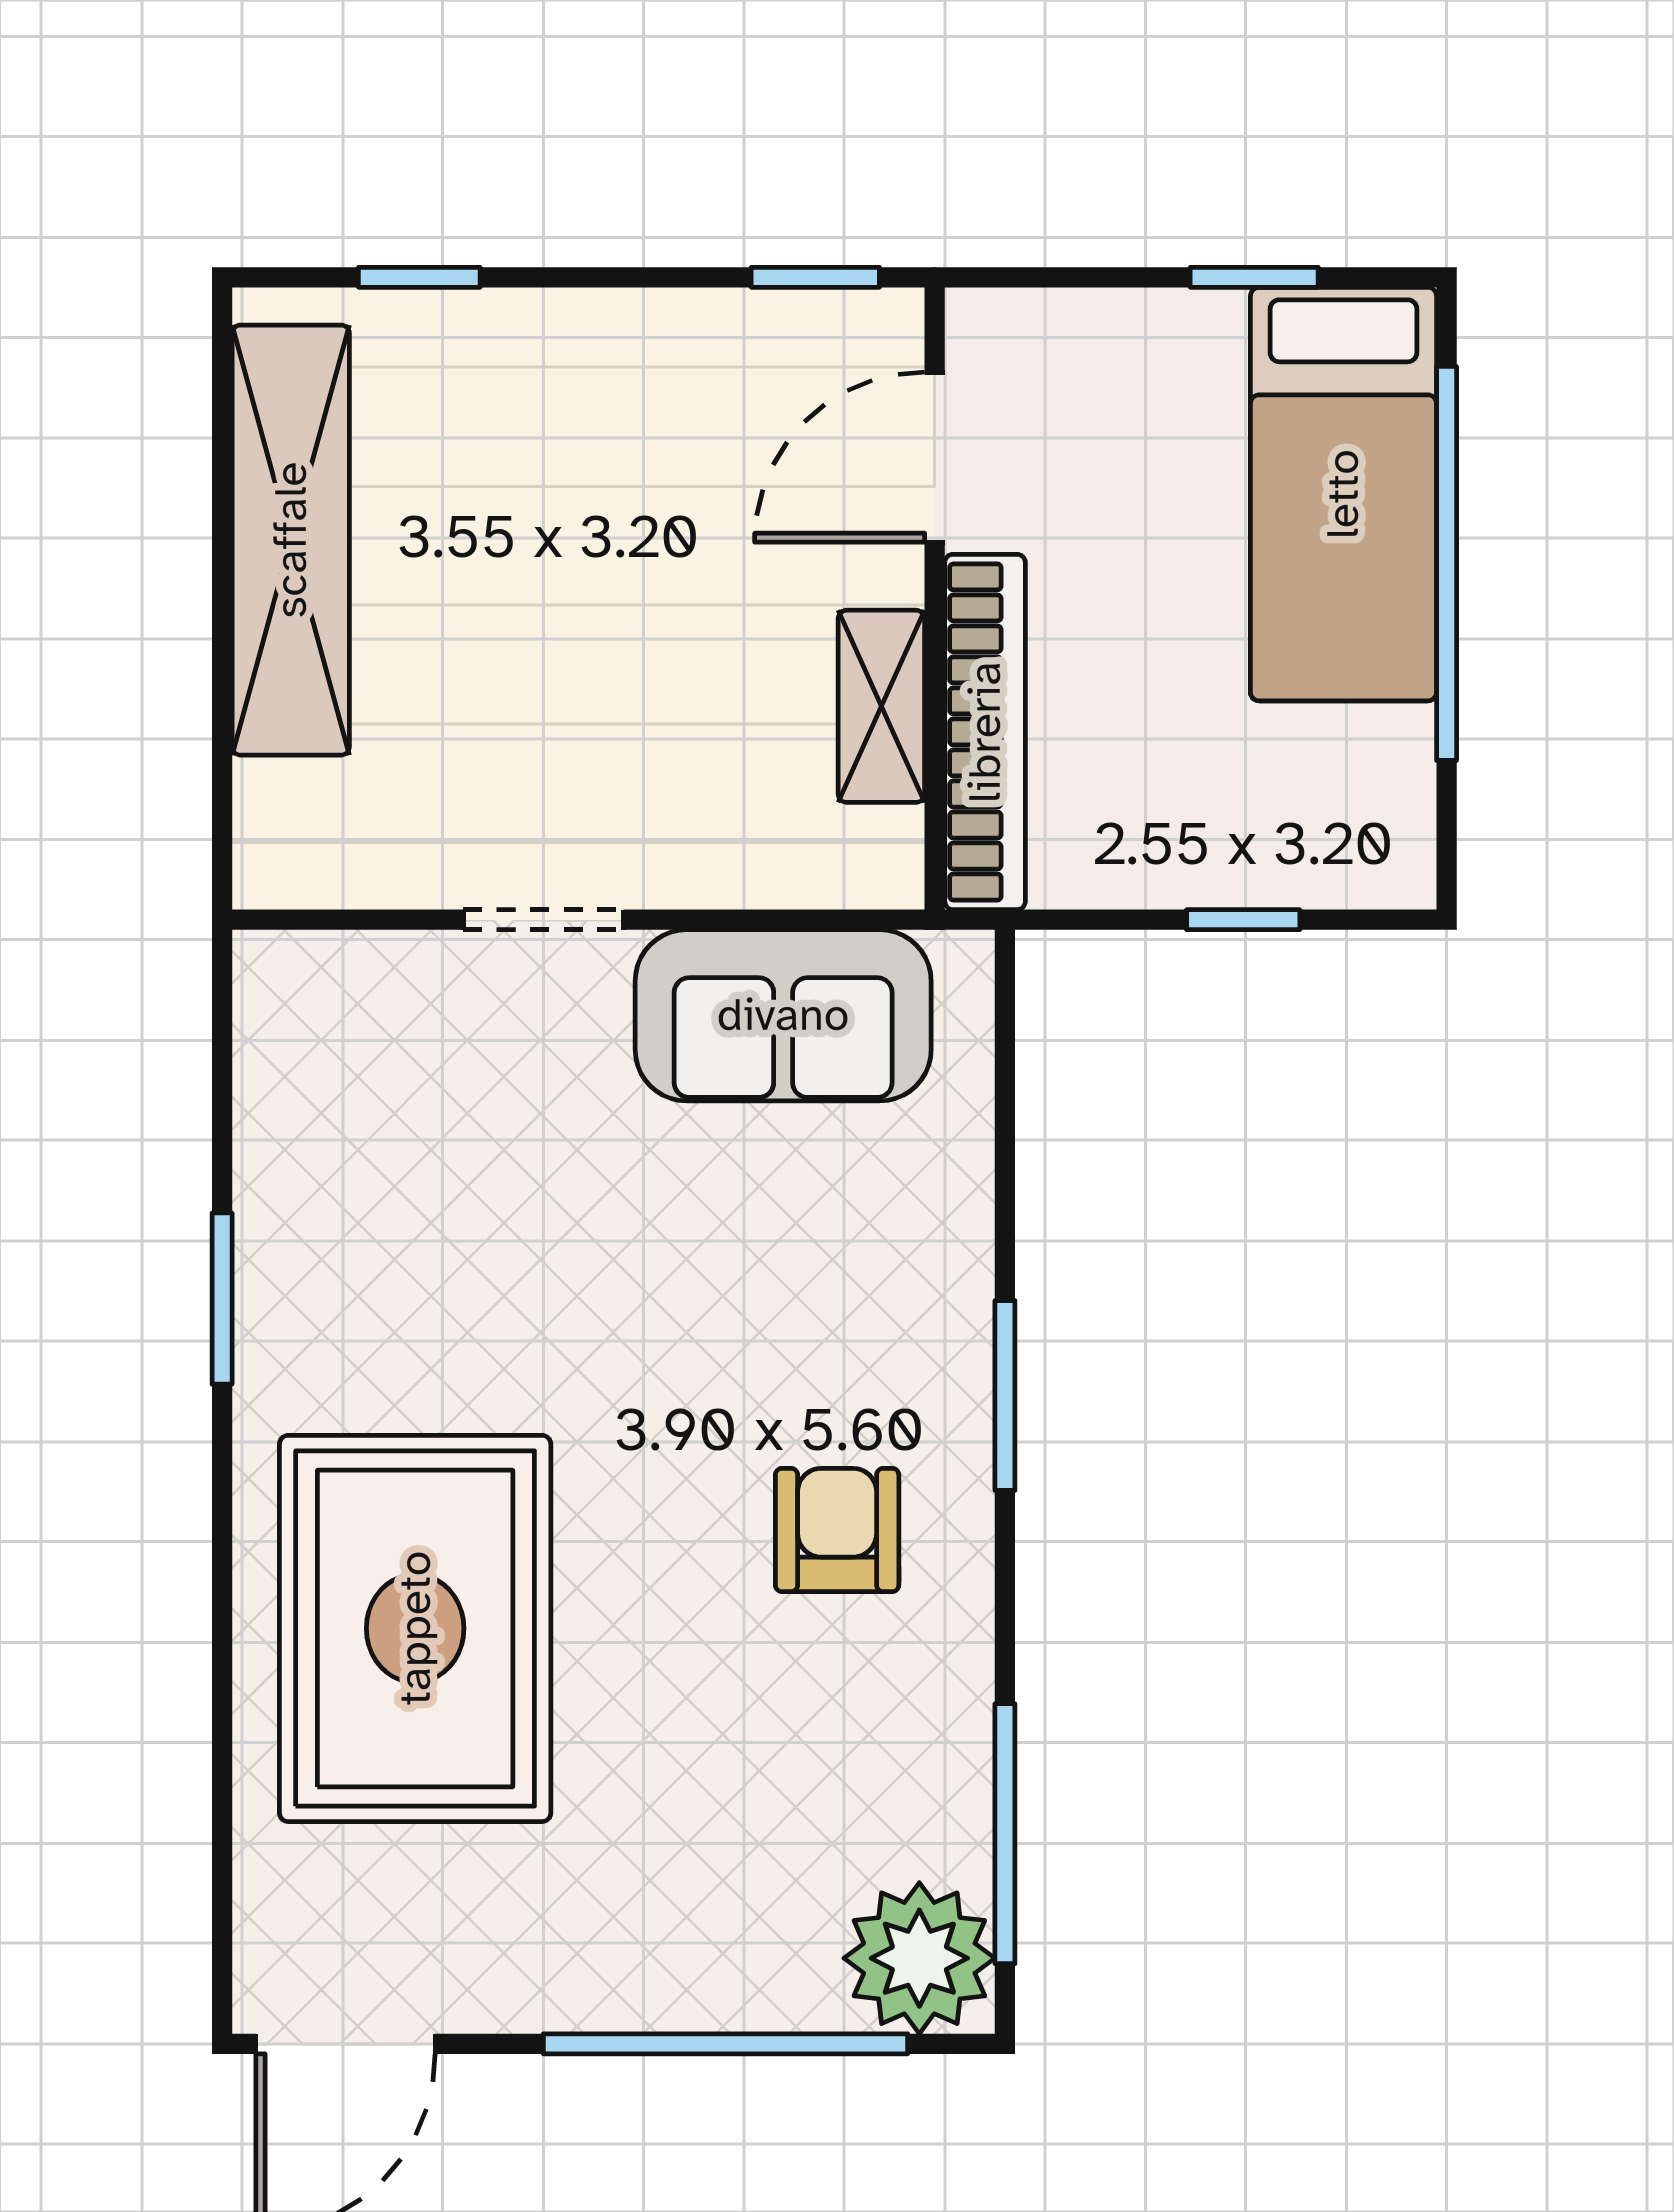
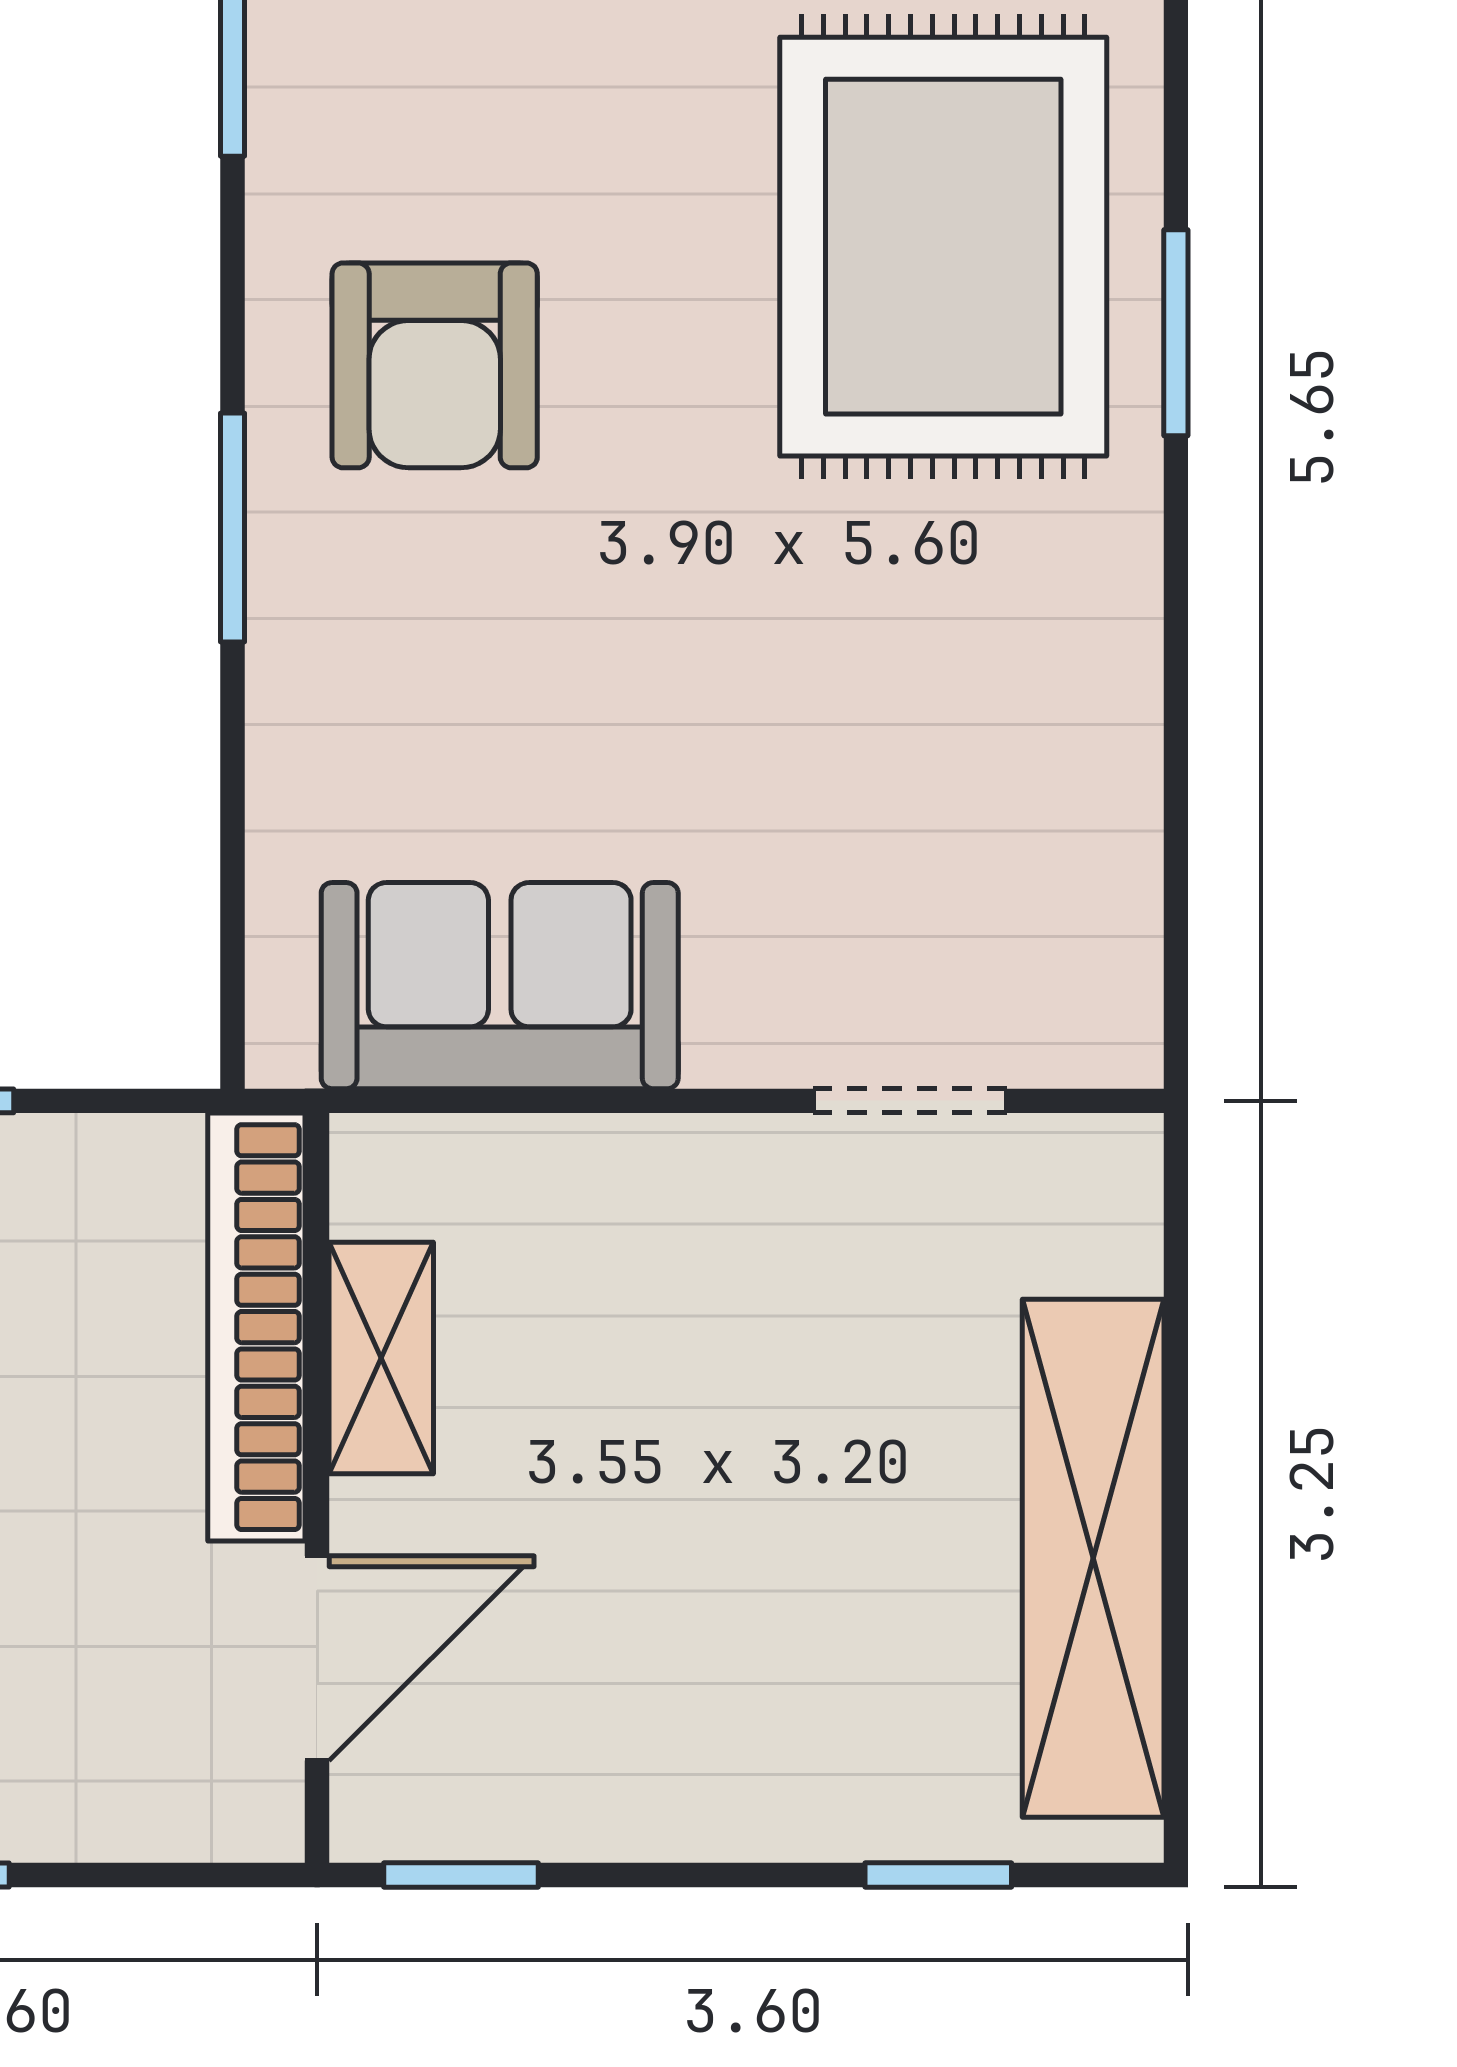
doorway: (543, 920) -> (910, 1101), moved
window: (222, 1299) -> (1176, 333), moved
armchair: (837, 1530) -> (435, 365), width x1.38, depth x1.38

